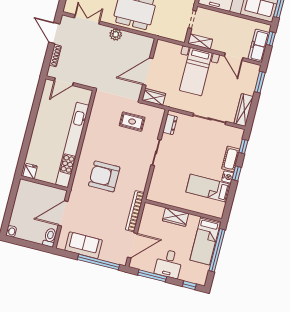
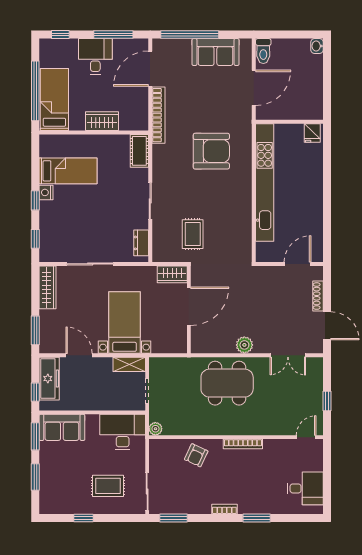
rug: (132, 122) -> (193, 234), turned 90
cot: (231, 159) -> (139, 151), moved

